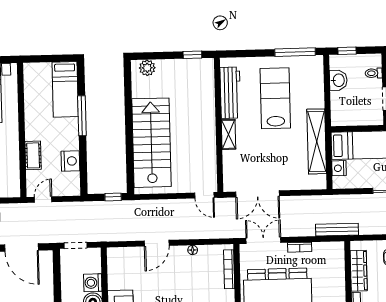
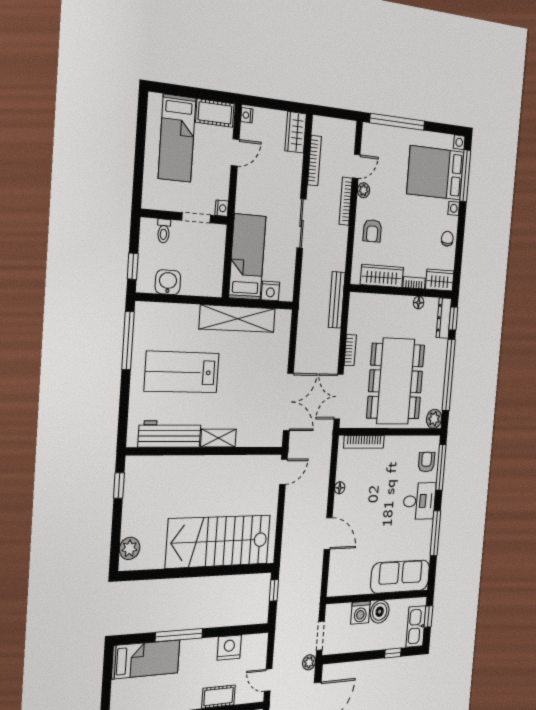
plant: (55, 237) -> (309, 662), added

